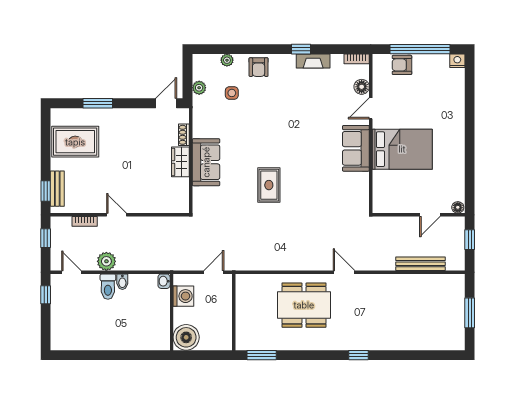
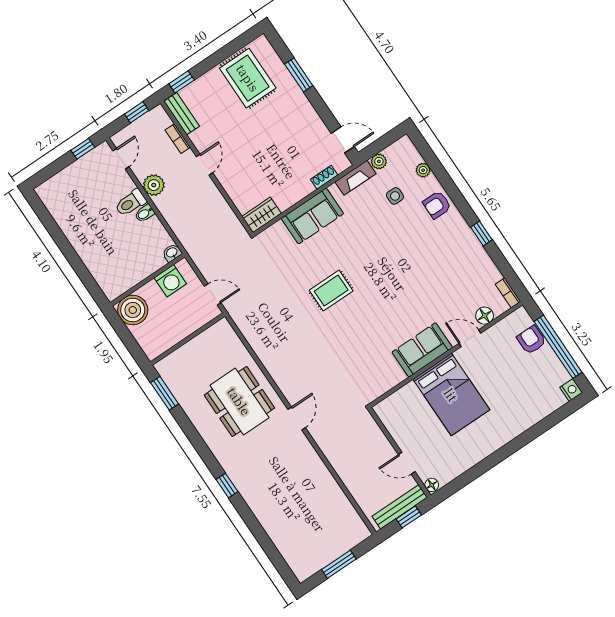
fireplace: (313, 61) -> (355, 178), moved, turned -90
wardrobe: (180, 162) -> (262, 215), moved
bench: (57, 189) -> (182, 114), moved, turned 90
bench: (420, 264) -> (400, 507), moved, turned 90

